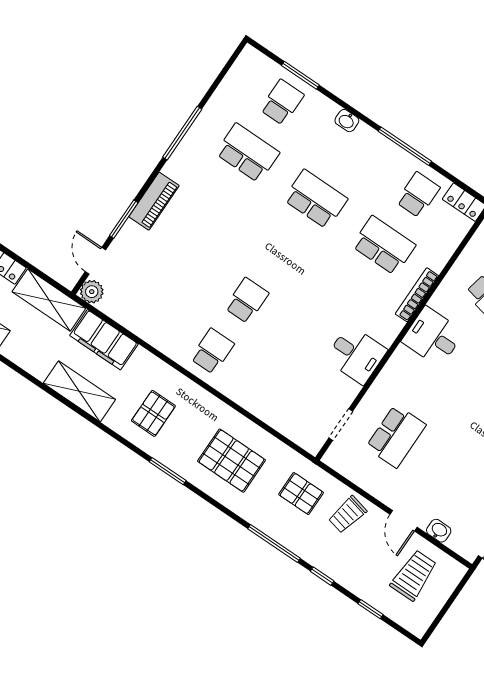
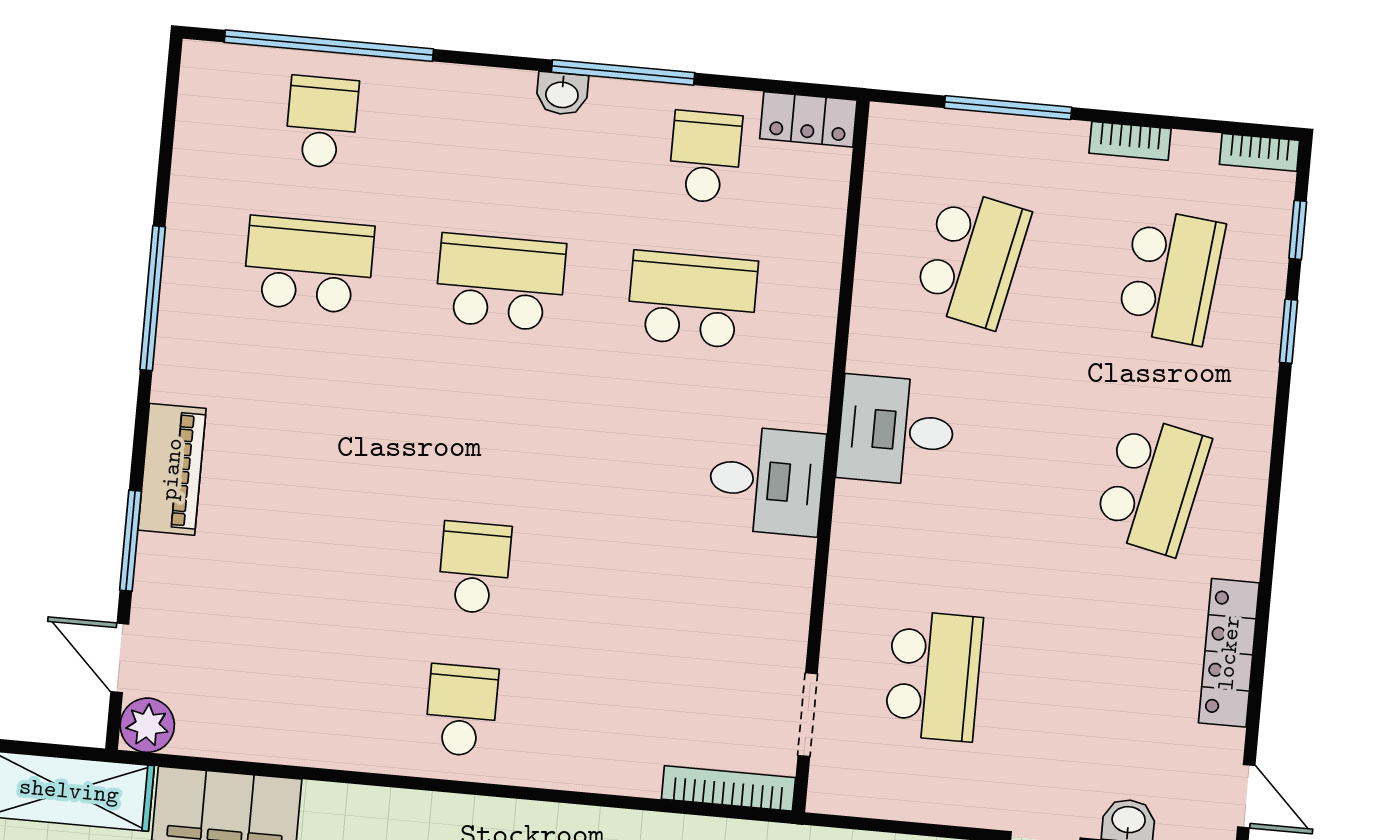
window: (300, 75) -> (329, 46), width x2.11
washbasin: (347, 121) -> (562, 94), moved
bookcase: (417, 295) -> (728, 788), moved, turned 90
desk: (356, 355) -> (766, 481), moved

